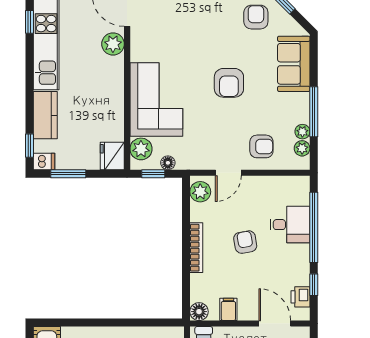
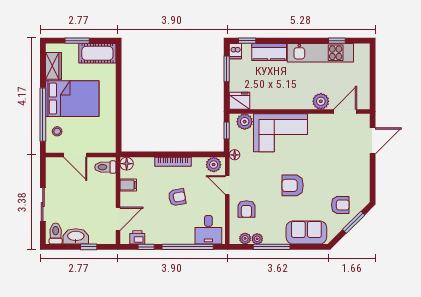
floor lamp: (168, 163) -> (235, 155), moved
desk: (290, 225) -> (208, 230), moved

